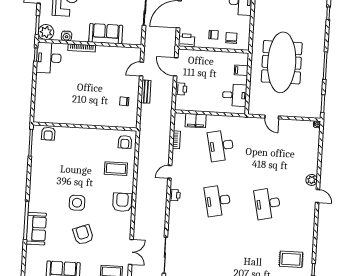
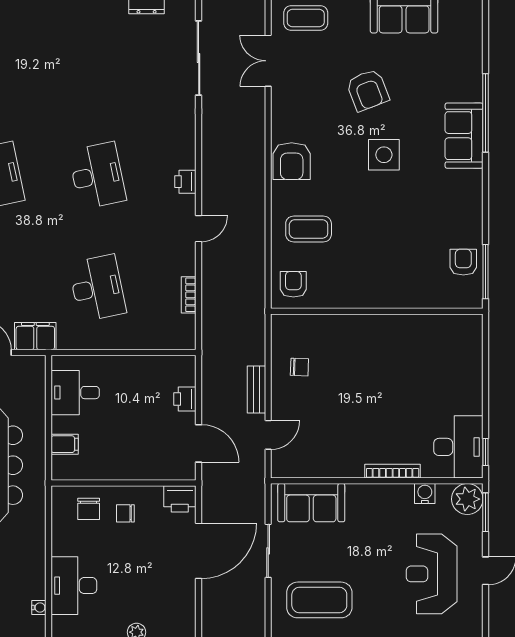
sofa: (106, 34) -> (311, 503), moved
filing cabinet: (196, 121) -> (35, 336), moved
armchair: (48, 134) -> (463, 262), moved
sofa: (36, 229) -> (464, 136), moved

